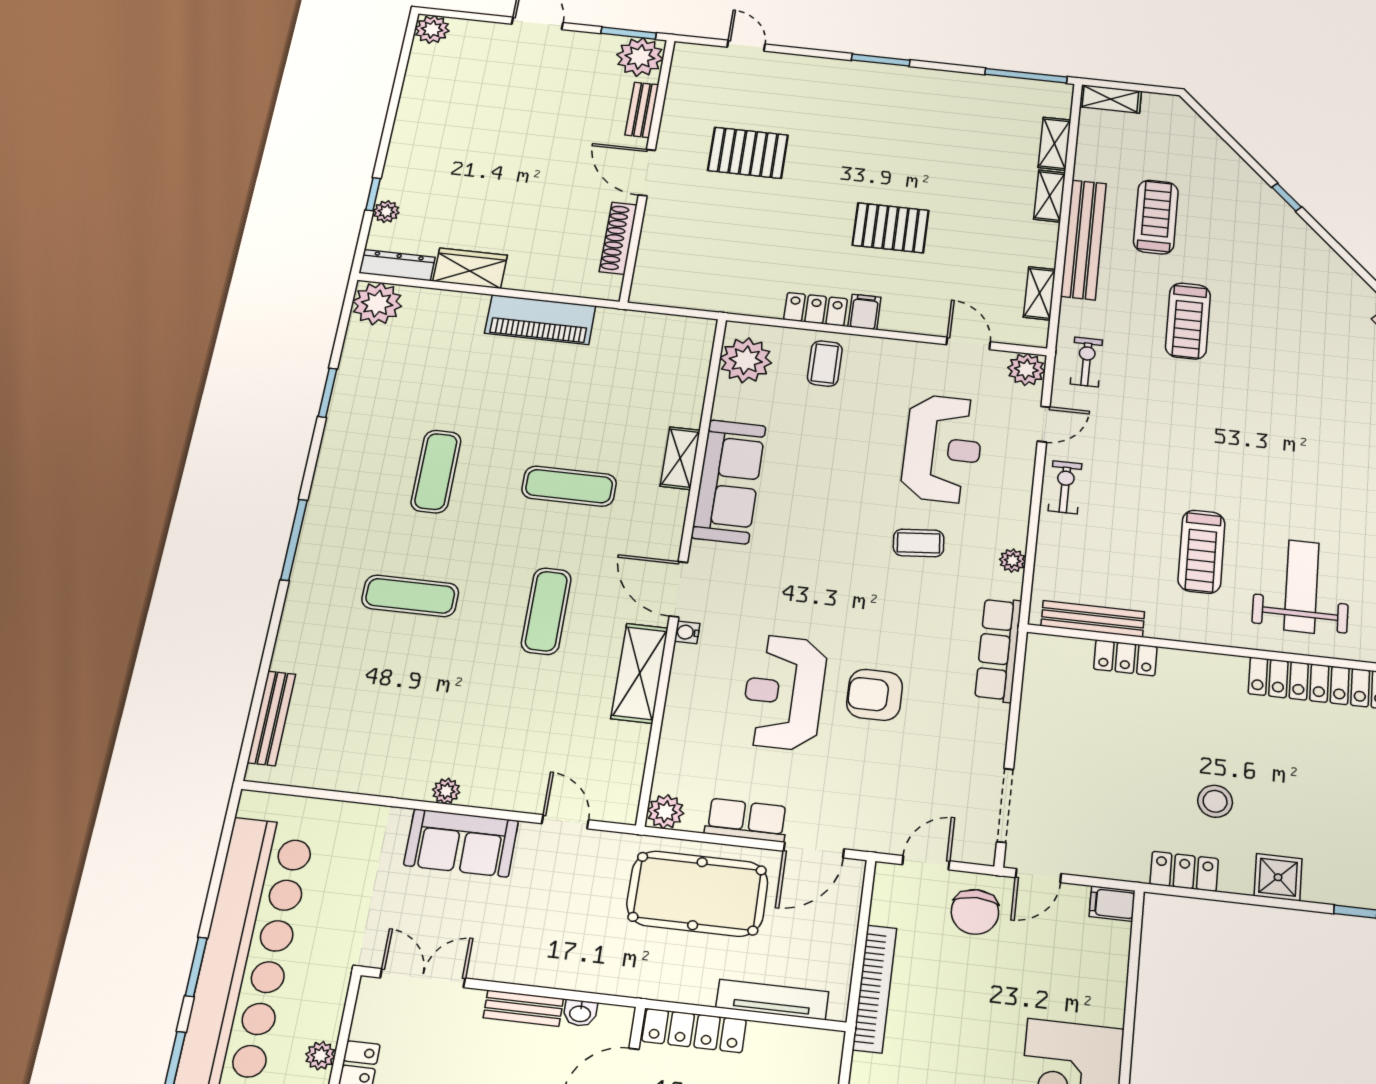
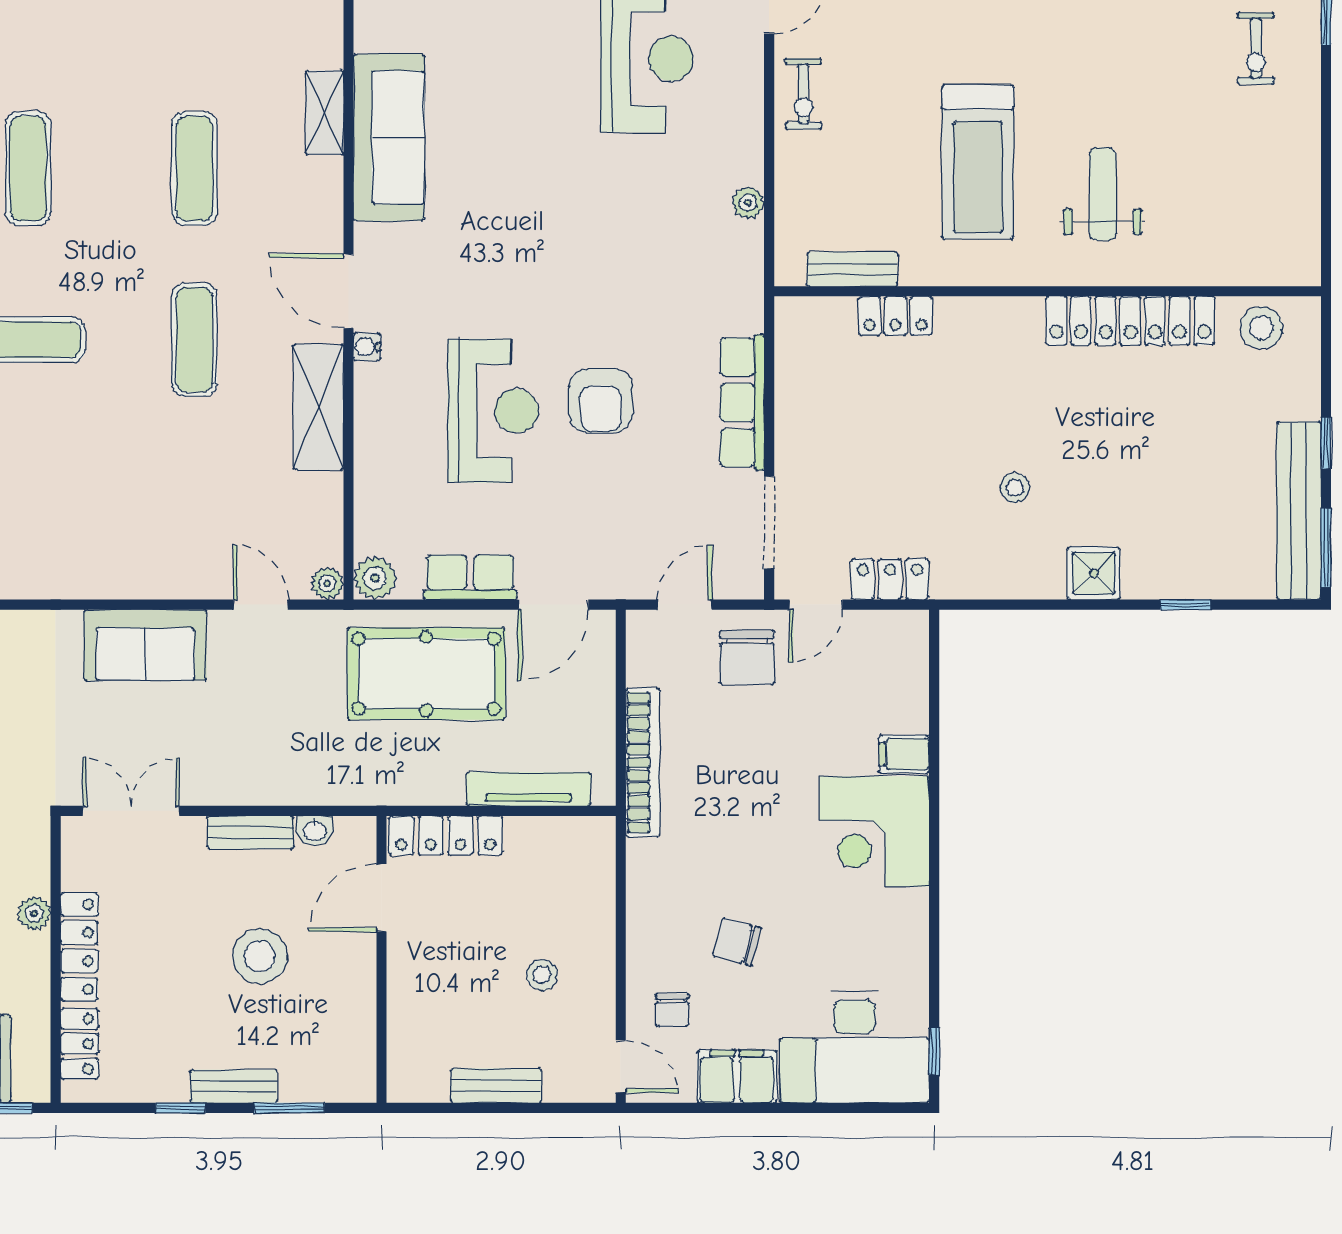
exercise mat: (569, 486) -> (194, 168), turned 90
exercise bike: (1065, 487) -> (803, 94), turned 180
coffee table: (919, 543) -> (631, 193), removed
treadmill: (1201, 552) -> (978, 162), width x1.37, depth x1.38
weight bench: (1302, 586) -> (1103, 194), width x0.73, depth x0.75
bench: (1093, 619) -> (852, 269), width x0.73
row of seats: (998, 650) -> (742, 402), moved
reception desk: (784, 692) -> (493, 411), turned 180
armchair: (875, 695) -> (601, 401), turned -90
plant: (446, 791) -> (327, 583), moved
stool: (1215, 801) -> (1015, 488), width x0.73, depth x0.73
locker: (1184, 871) -> (890, 579), moved
filing cabinet: (1112, 904) -> (904, 754), moved

